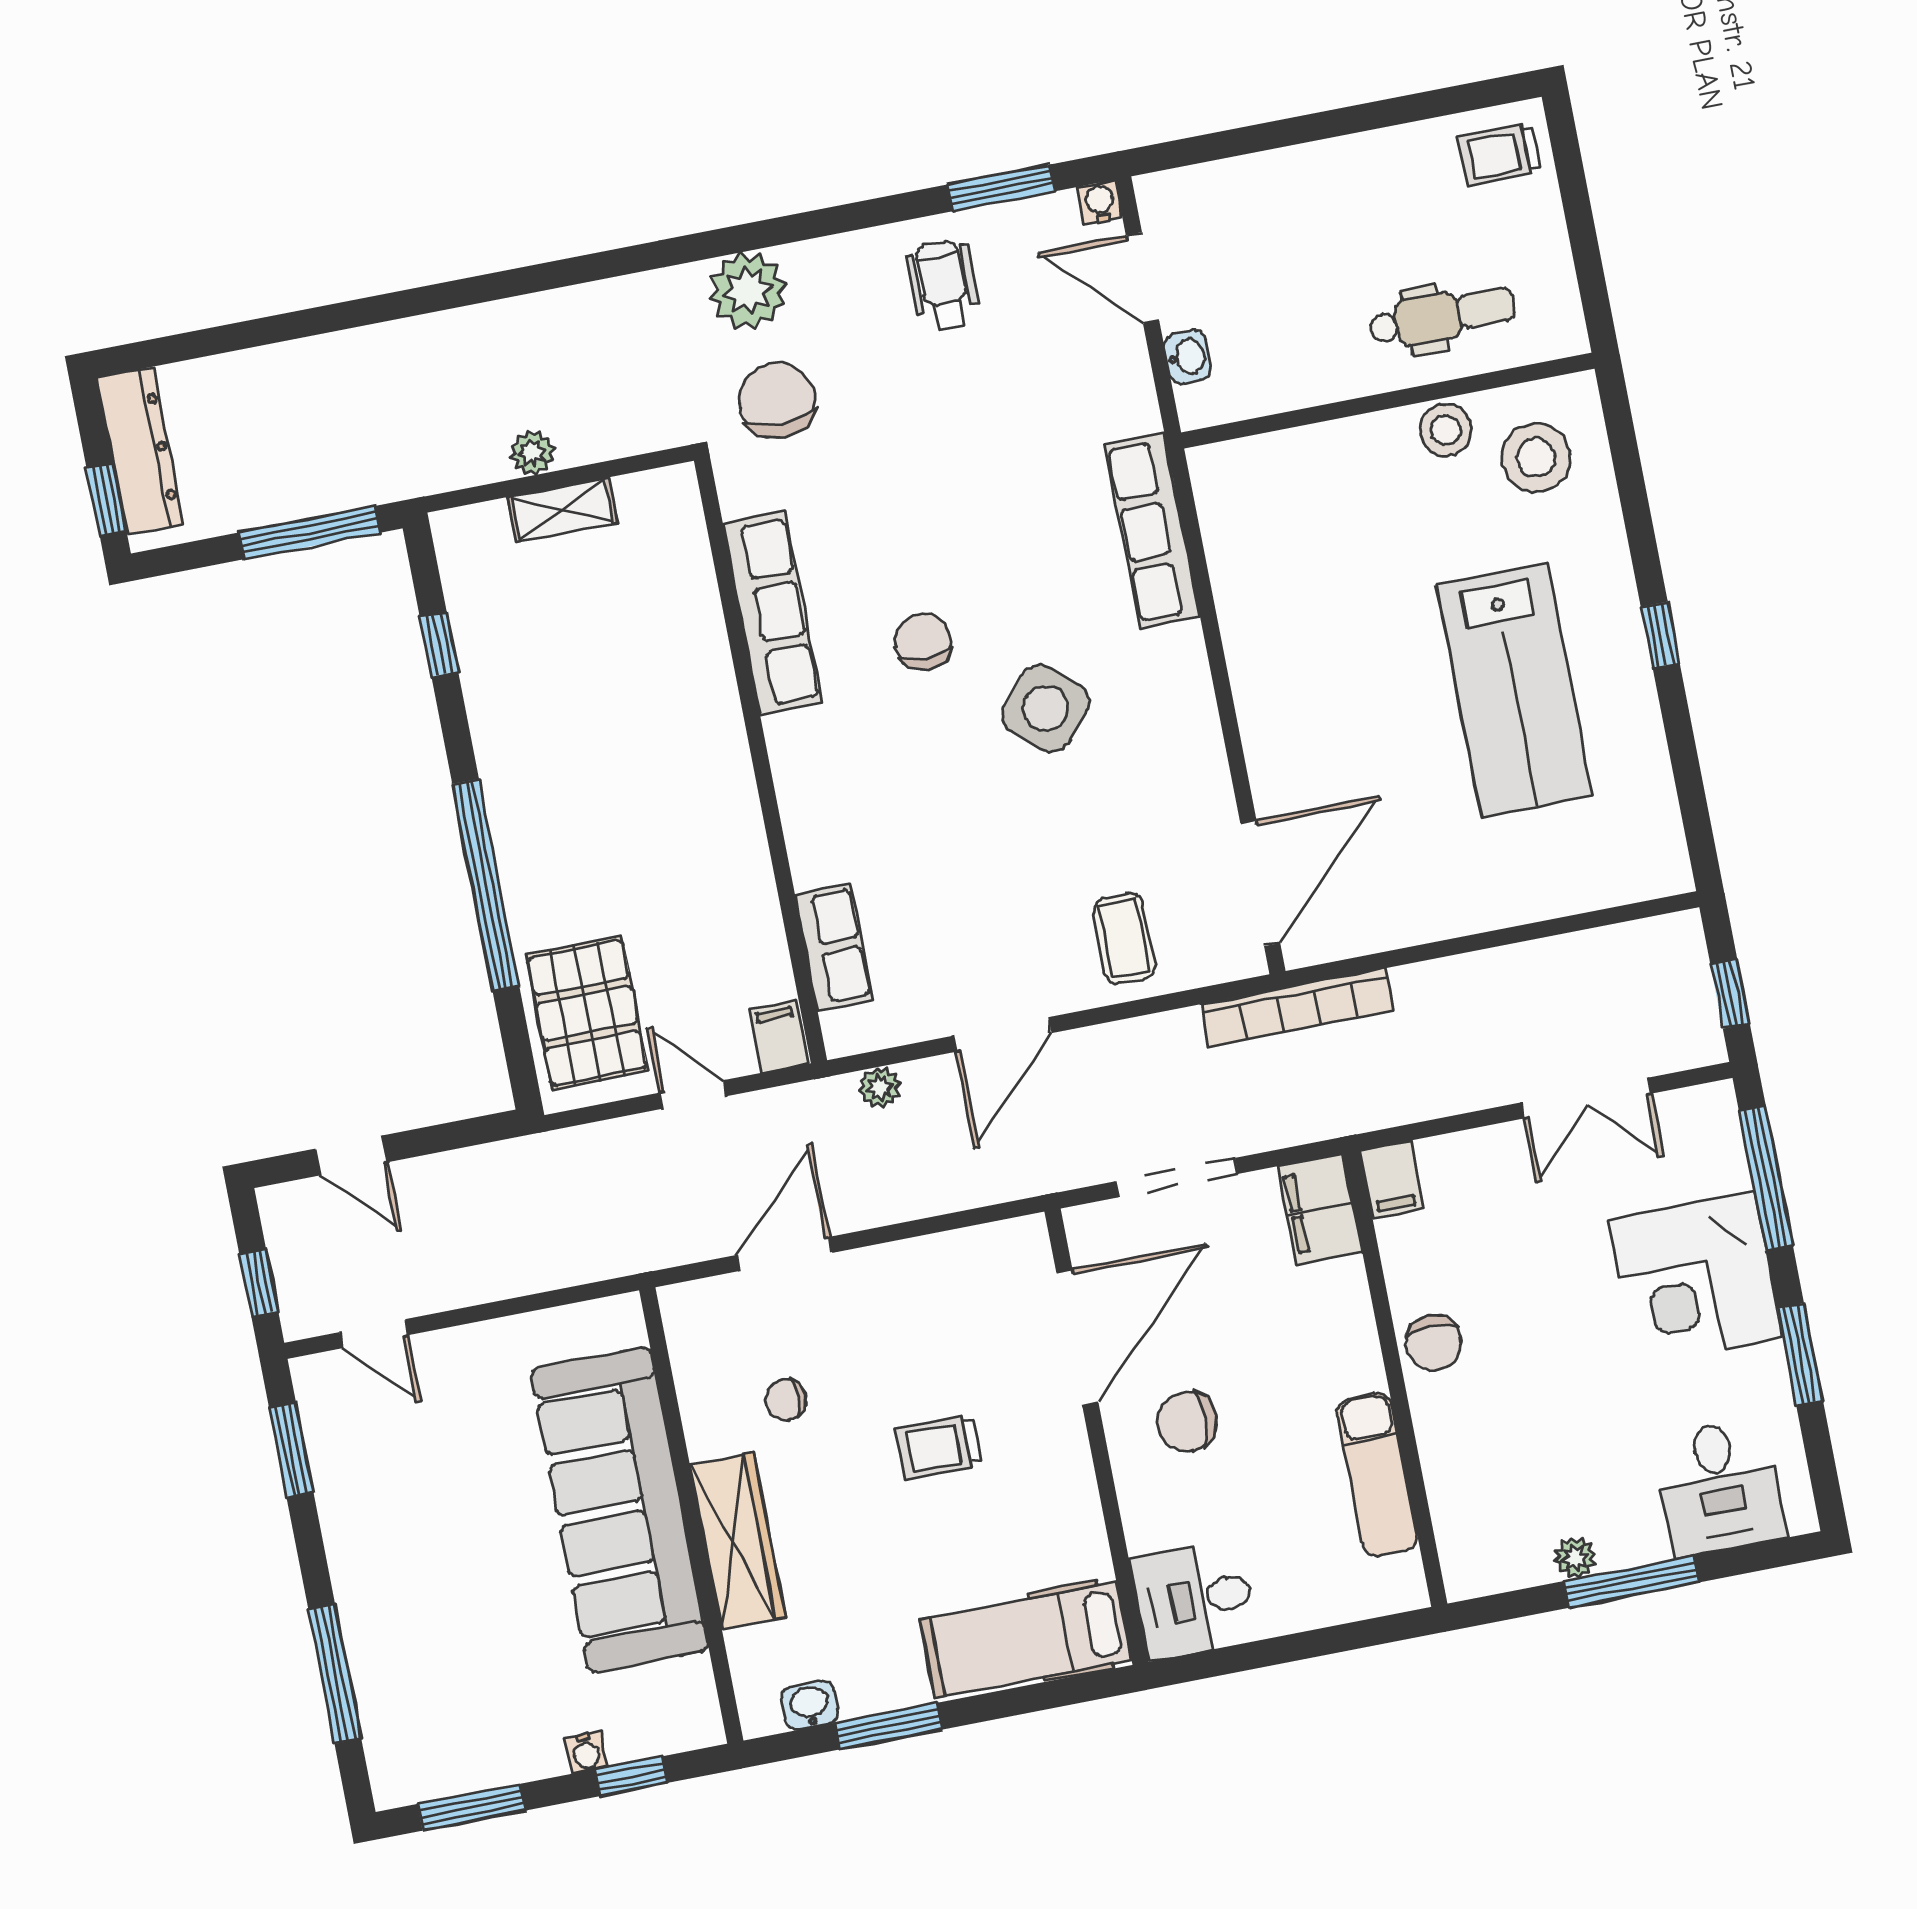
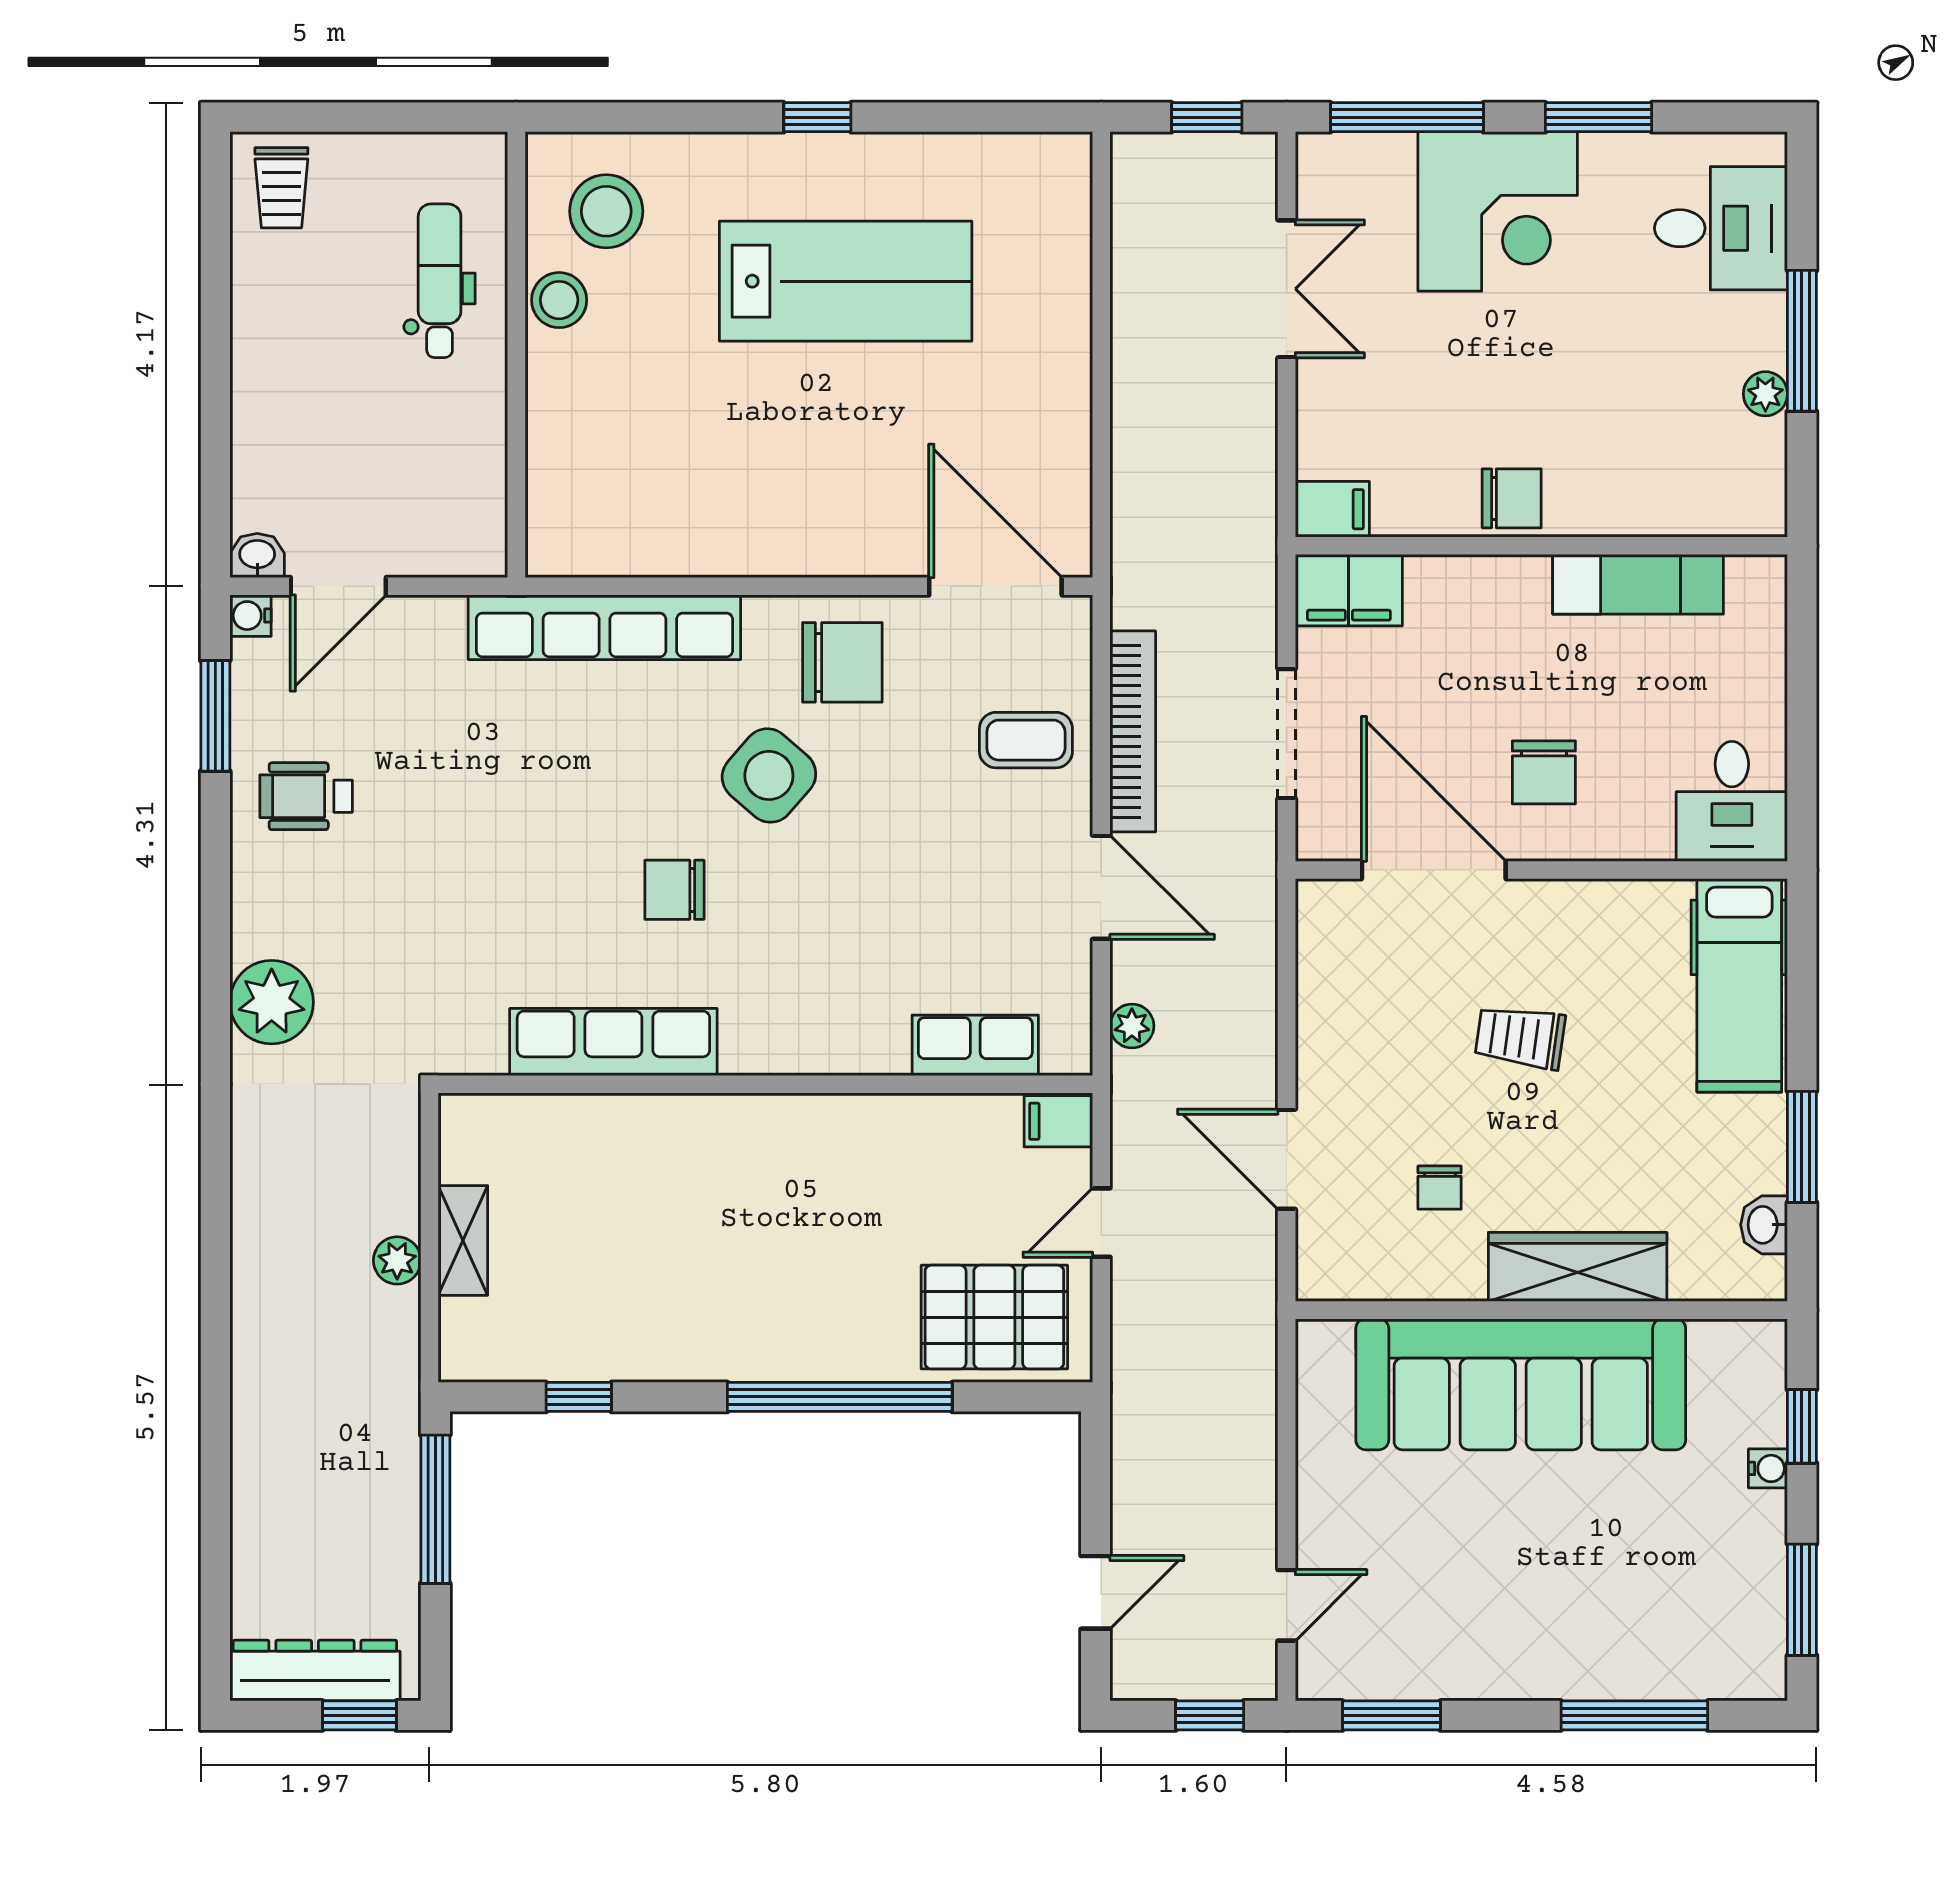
washbasin: (1187, 357) -> (257, 555), moved
chair: (777, 401) -> (842, 662), moved, turned 180
row of seats: (1152, 530) -> (604, 627), width x1.36
bookcase: (1297, 1007) -> (1133, 731), moved
trolley: (939, 1447) -> (1520, 1037), turned 98

